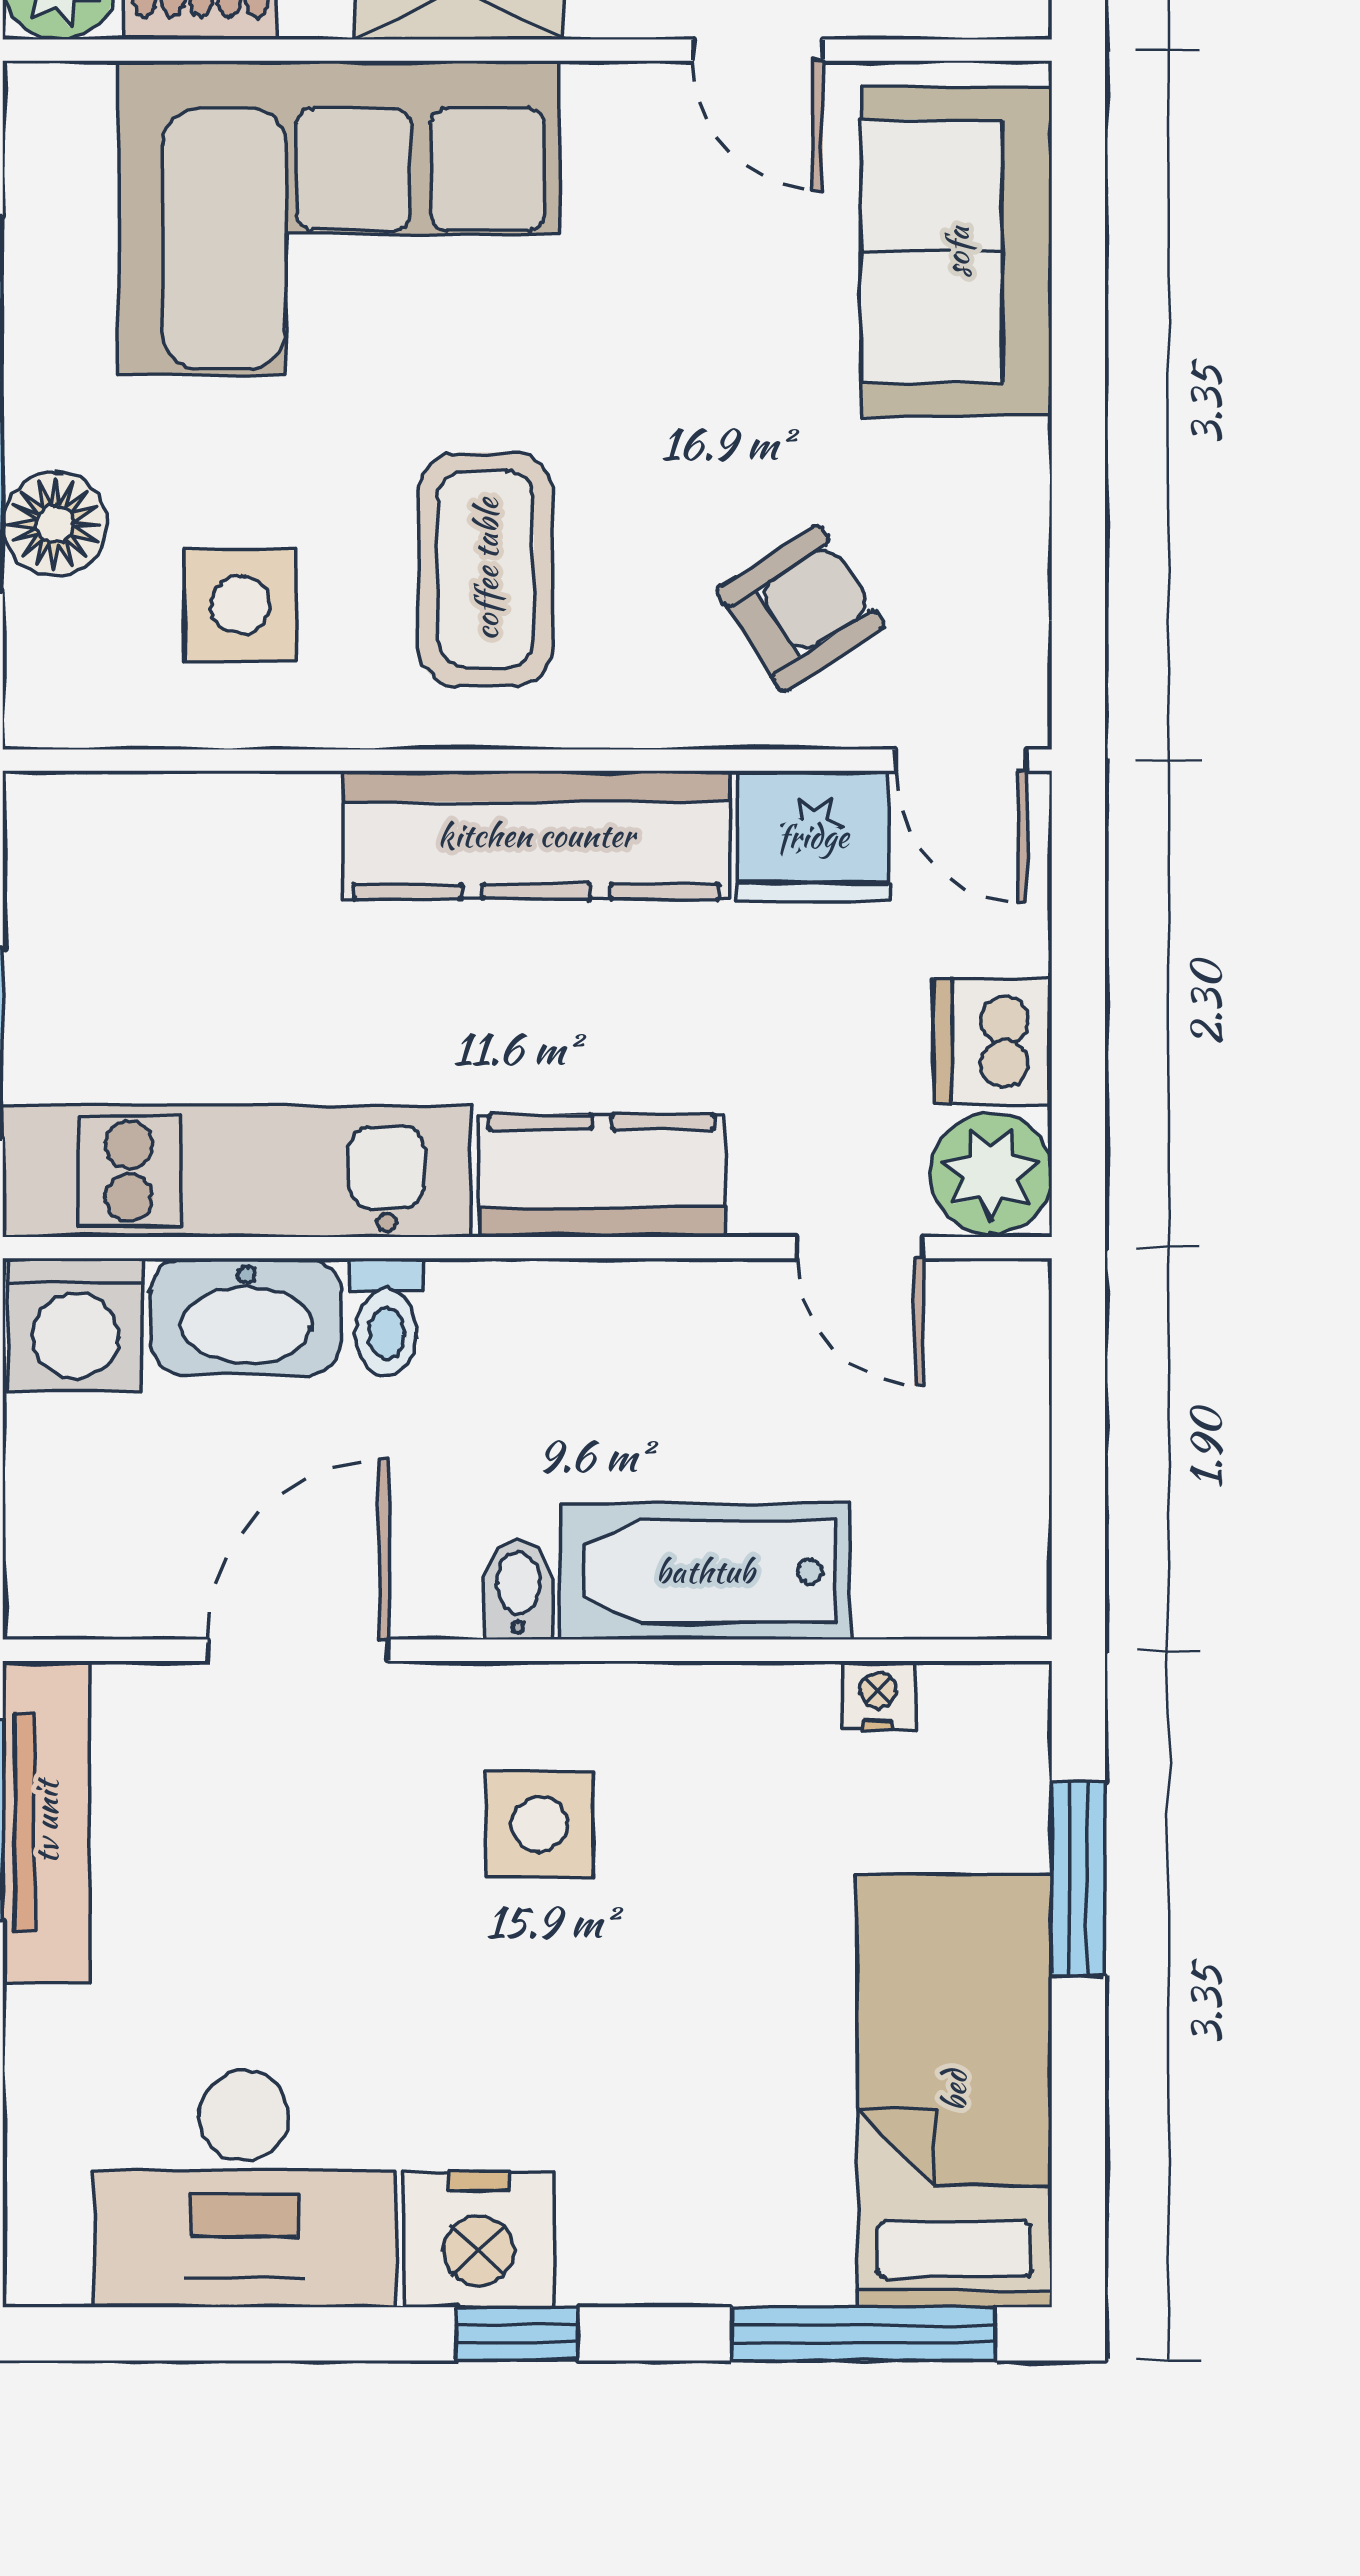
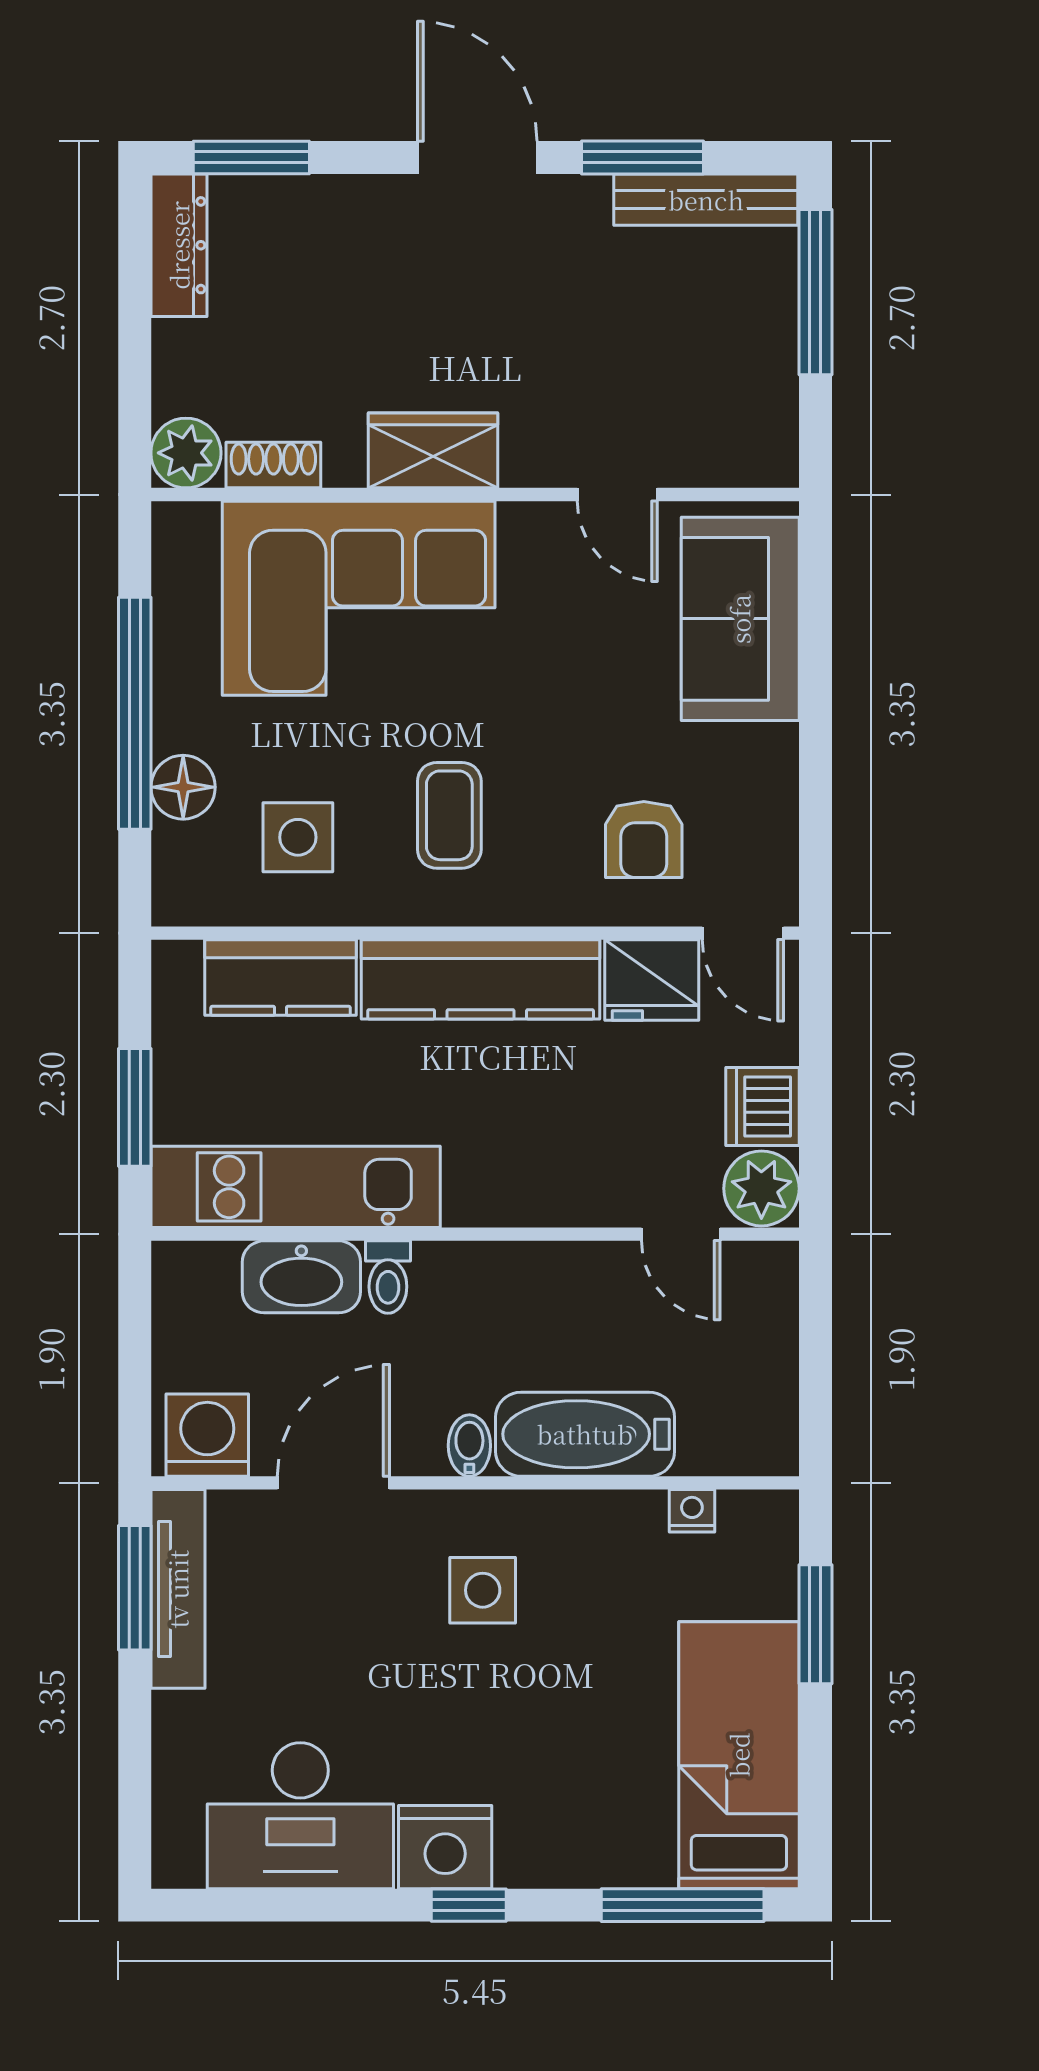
coffee table: (486, 570) -> (449, 815), width x0.73, depth x0.77
armchair: (800, 609) -> (644, 839), turned 123
kitchen counter: (602, 1176) -> (281, 977), moved, turned 180
washing machine: (75, 1325) -> (207, 1435), moved, turned 180

